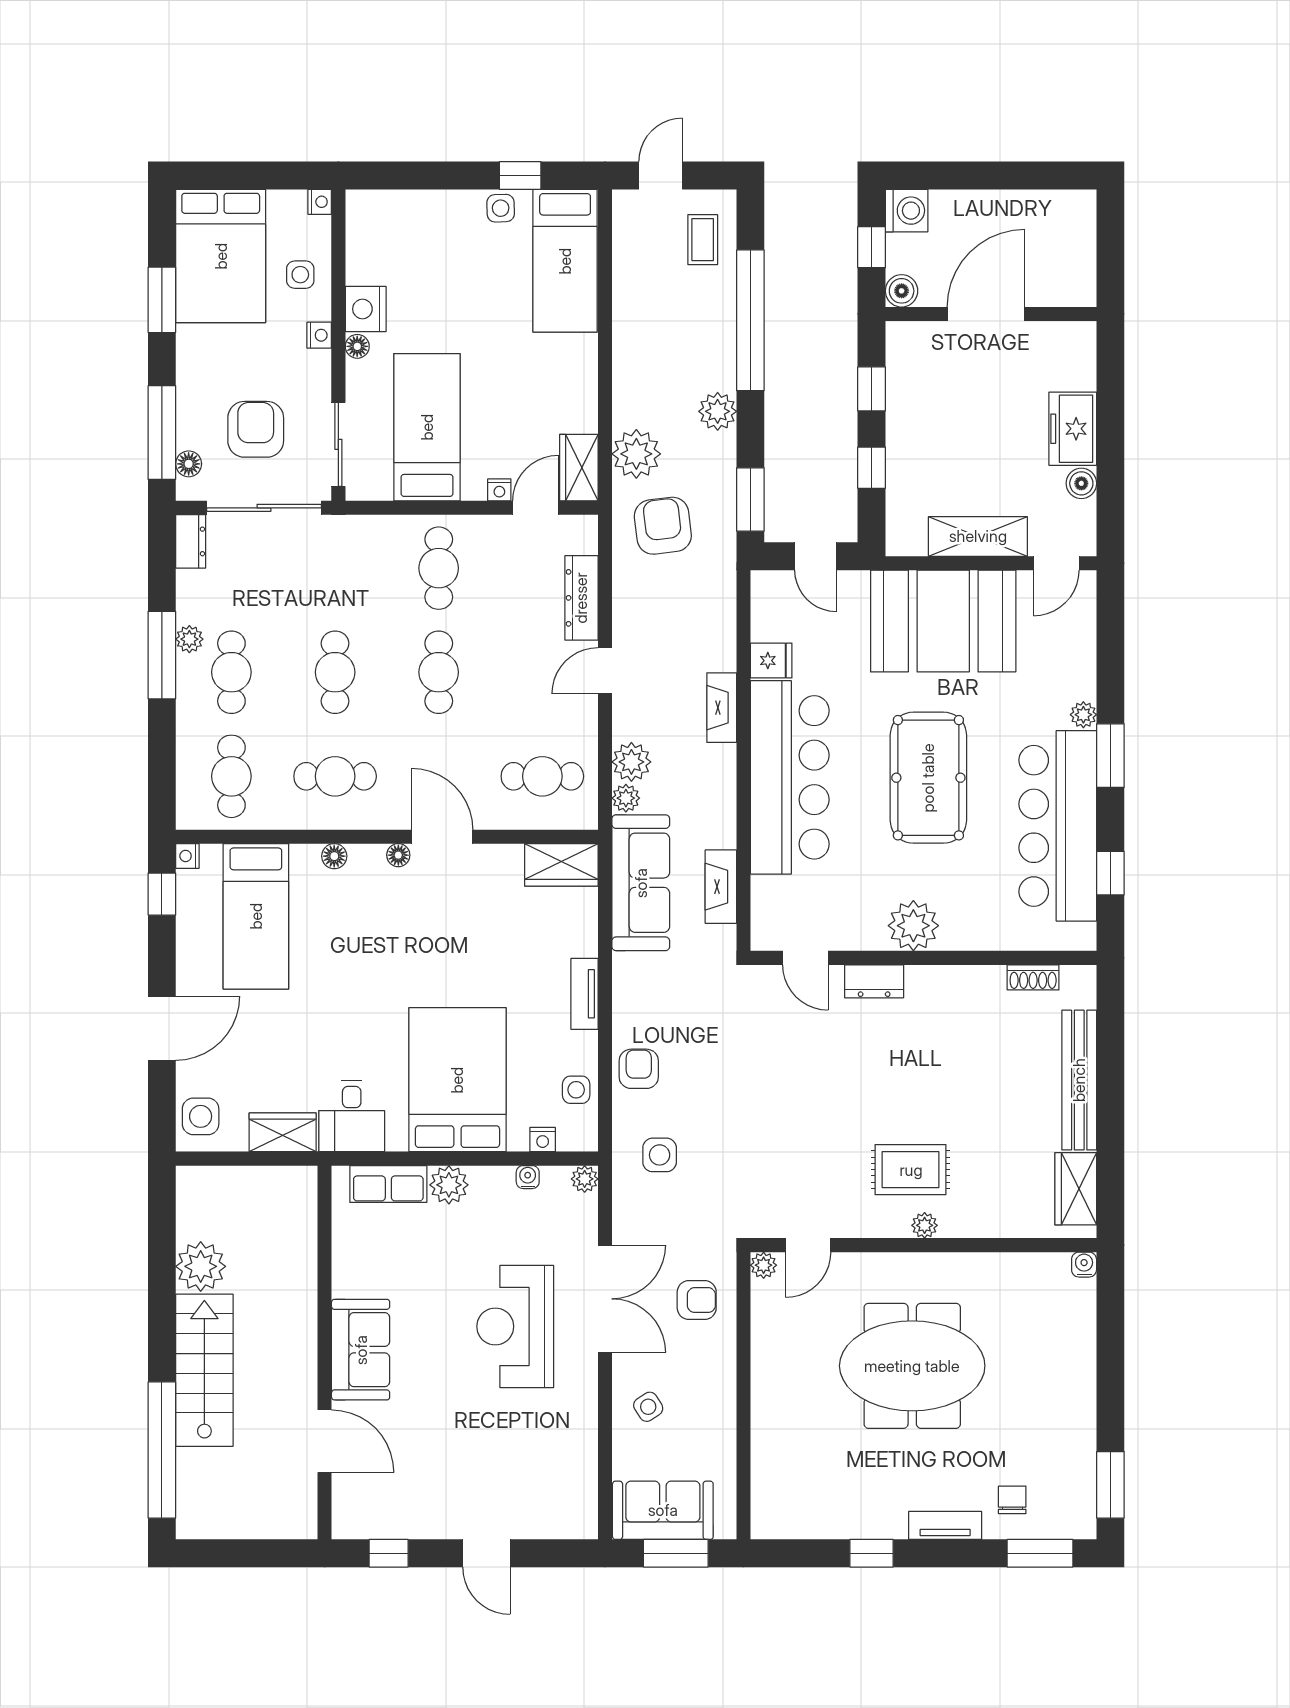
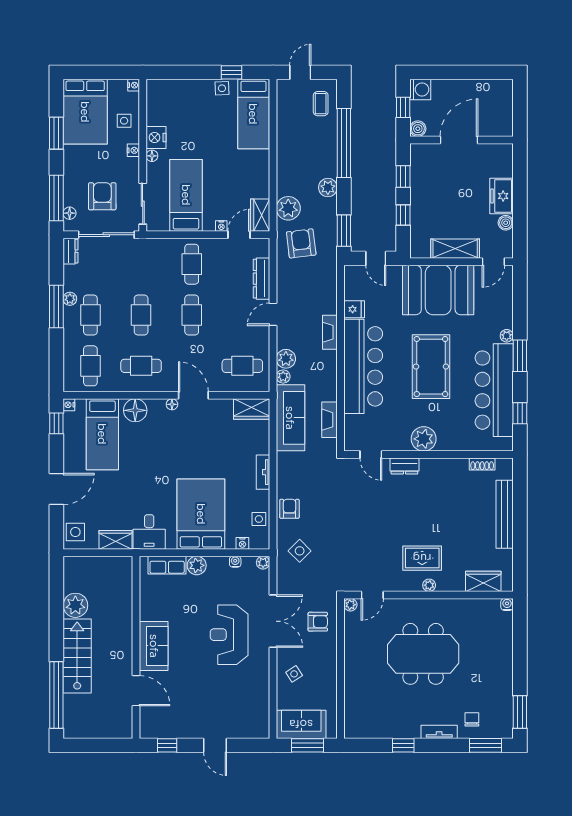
floor lamp: (334, 856) -> (135, 410), width x1.89, depth x1.89
side table: (660, 1155) -> (300, 551), turned 45
wardrobe: (1076, 1189) -> (483, 581), moved, turned 90

